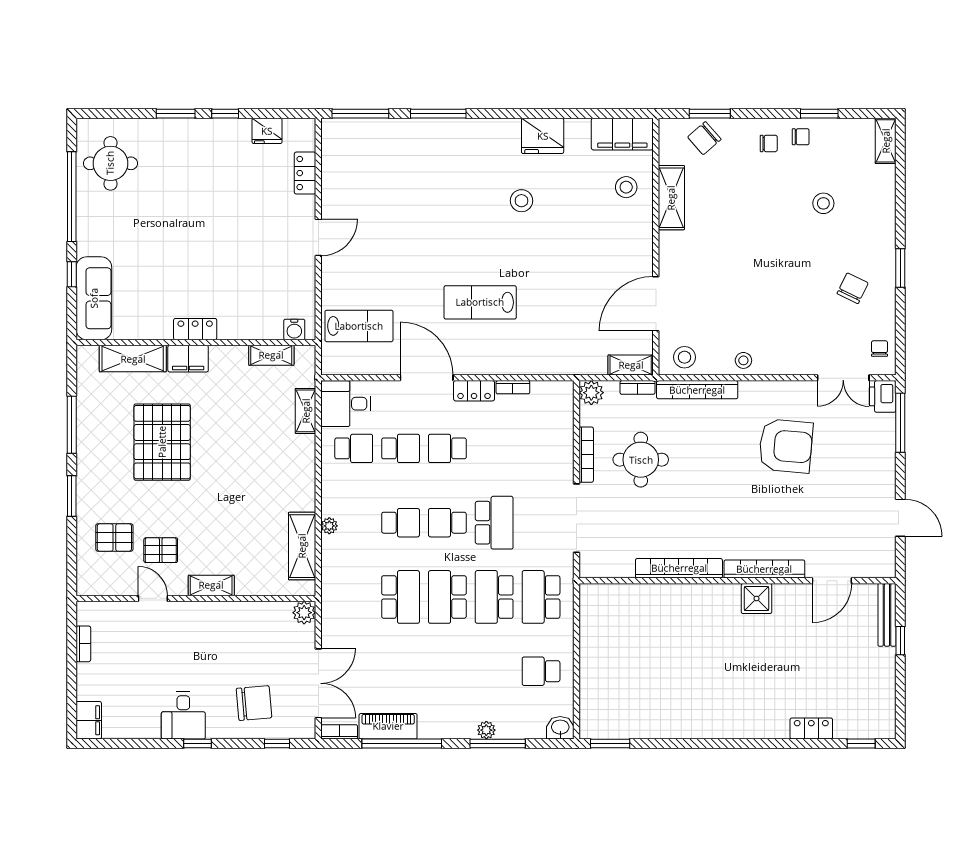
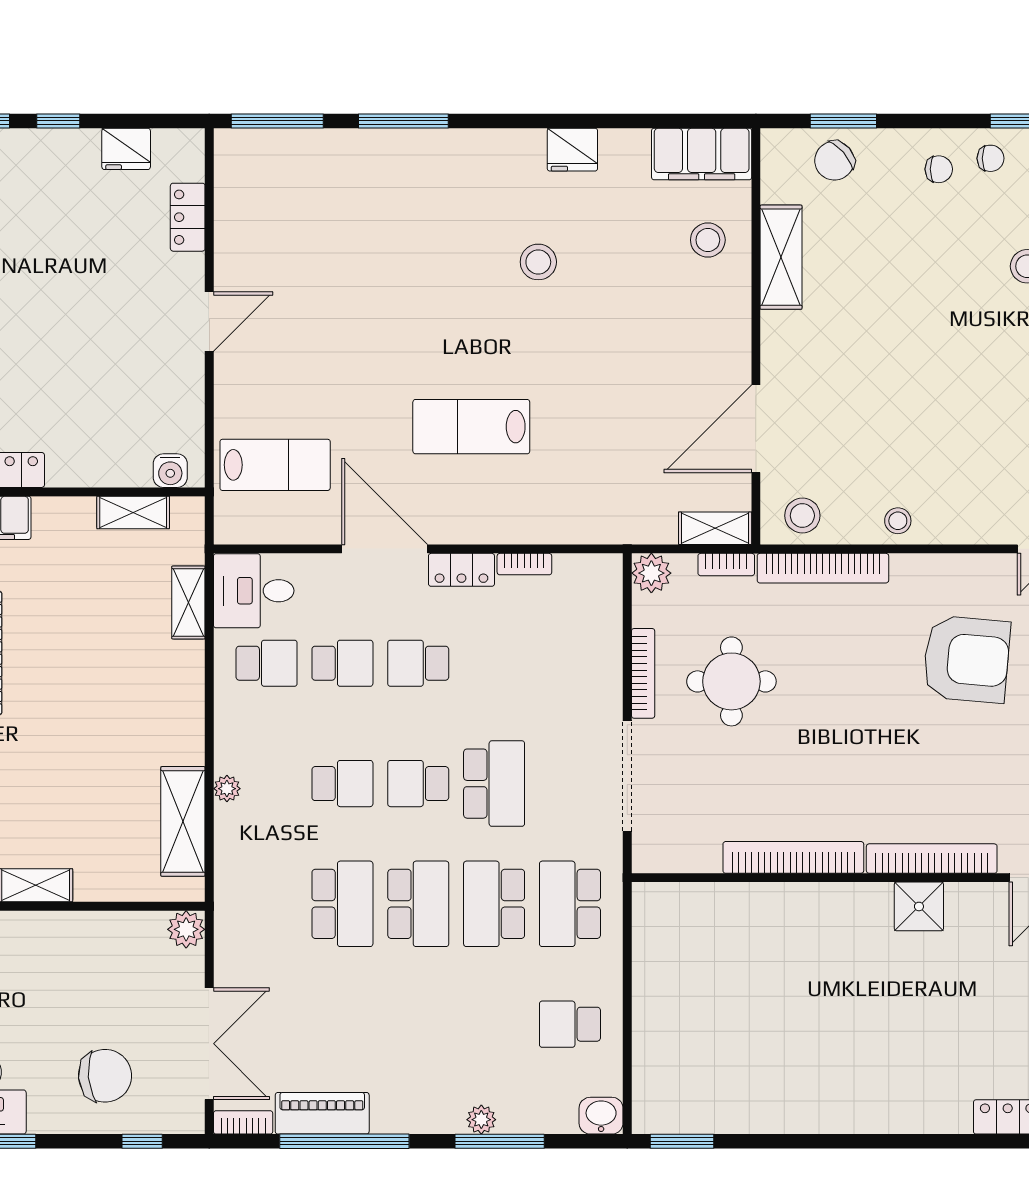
fridge: (543, 136) -> (572, 150), width x0.73, depth x0.75
school desk: (447, 597) -> (418, 904), turned 180

